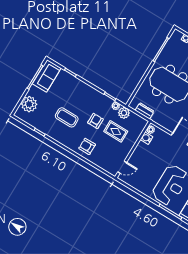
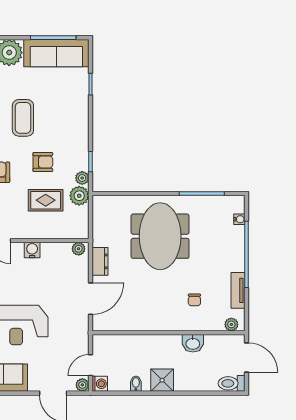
sofa: (47, 76) -> (56, 53), width x1.36
dresser: (145, 111) -> (100, 261), moved
rug: (116, 131) -> (46, 200), turned 90
water cooler: (147, 138) -> (32, 250), moved

